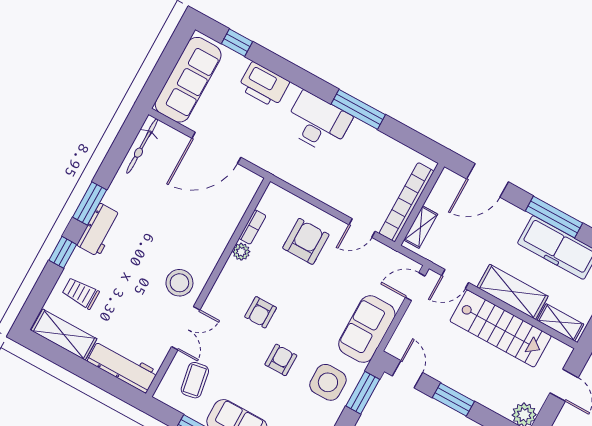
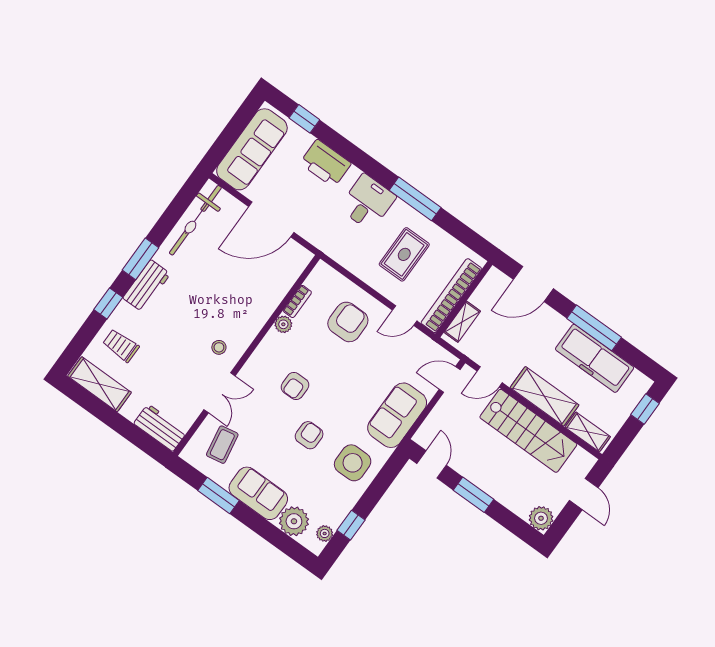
desk: (318, 123) -> (367, 202), width x0.73
bicycle: (142, 146) -> (195, 220), width x1.37, depth x1.40
rug: (354, 167) -> (404, 254), added
stool: (179, 283) -> (219, 347), width x0.53, depth x0.53
workbench: (122, 366) -> (160, 428), width x0.73
window: (363, 393) -> (386, 477), removed

